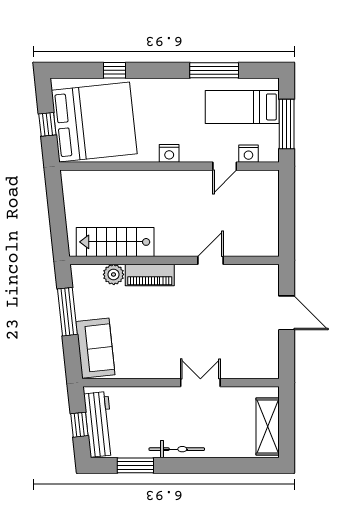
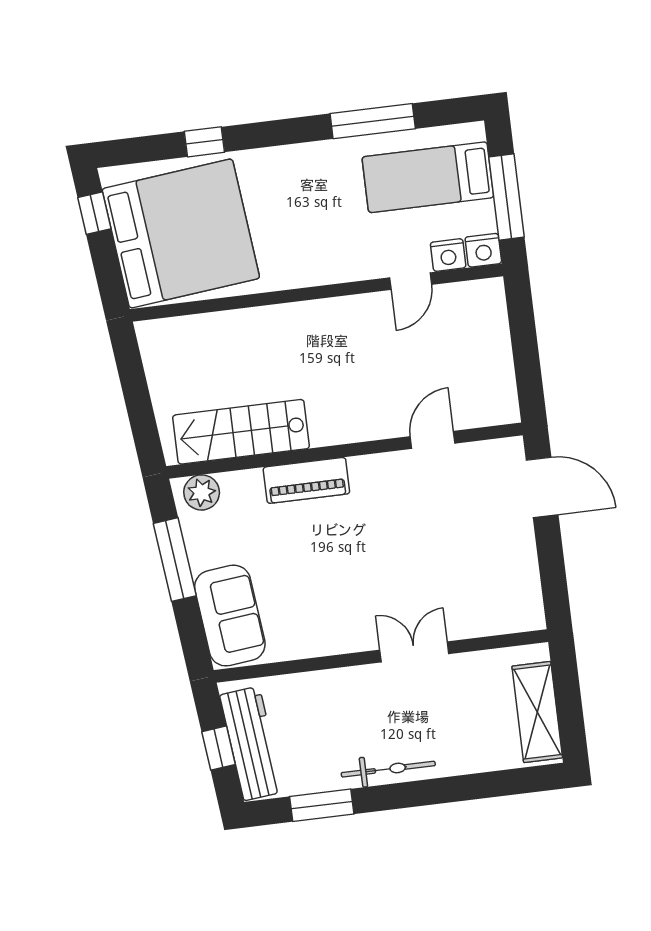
window: (47, 124) -> (94, 213), moved
nightstand: (169, 153) -> (483, 250), moved
door: (211, 260) -> (433, 440), moved
plant: (114, 274) -> (202, 492), moved
door: (287, 313) -> (542, 487), moved

